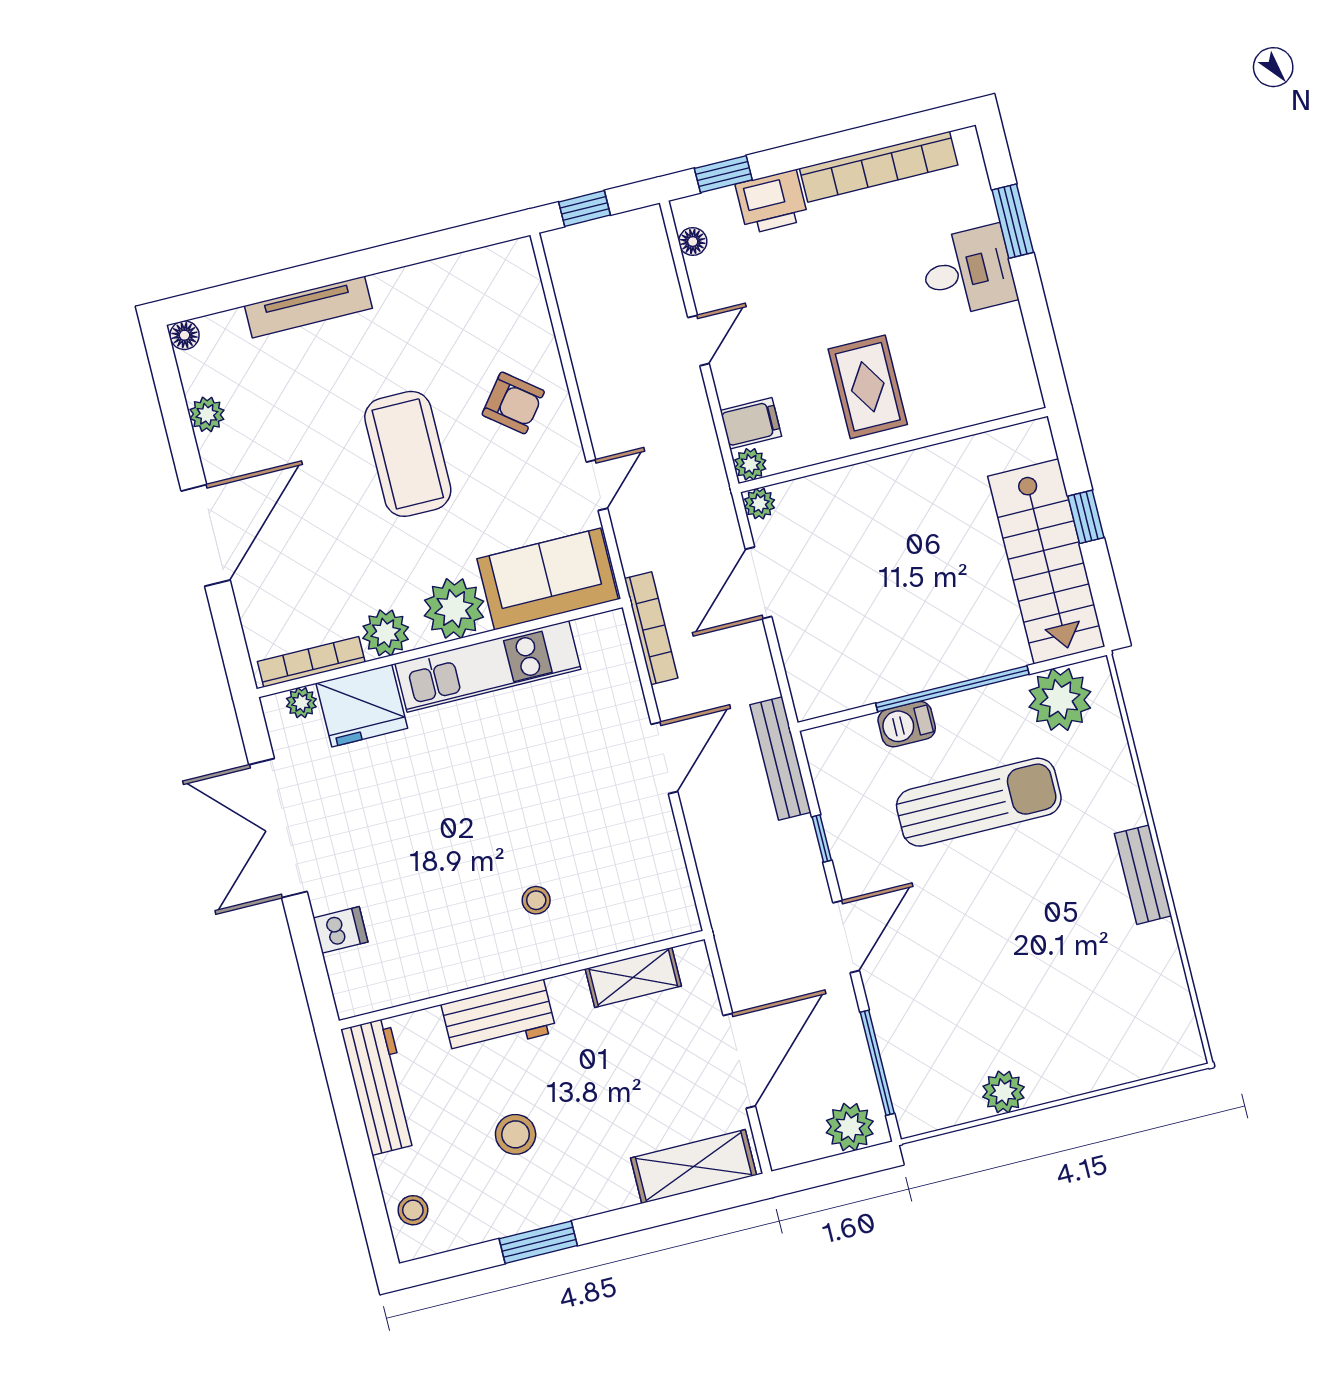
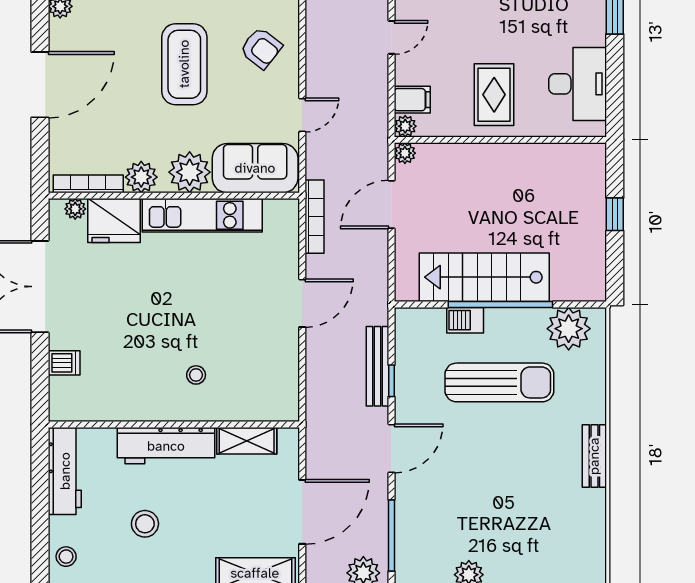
desk: (968, 271) -> (578, 84), moved, width x1.37
stairs: (1046, 561) -> (484, 277), moved, turned 90
bench: (781, 758) -> (378, 366), moved
workbench: (499, 1018) -> (166, 446), width x1.38

